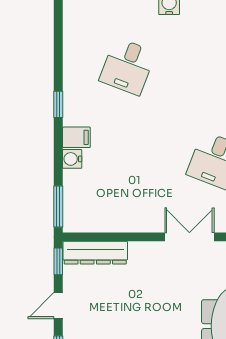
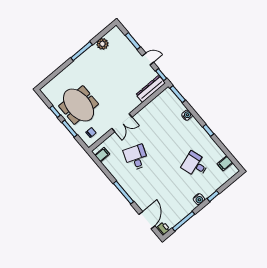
desk: (127, 66) -> (195, 165), turned -39
filing cabinet: (76, 137) -> (225, 163), moved
door: (58, 305) -> (148, 59), hinge flipped

